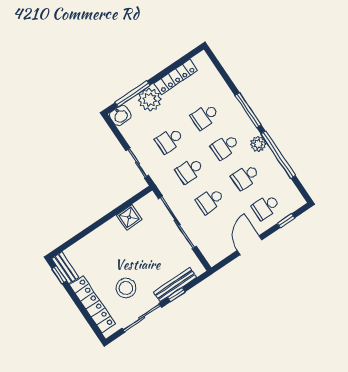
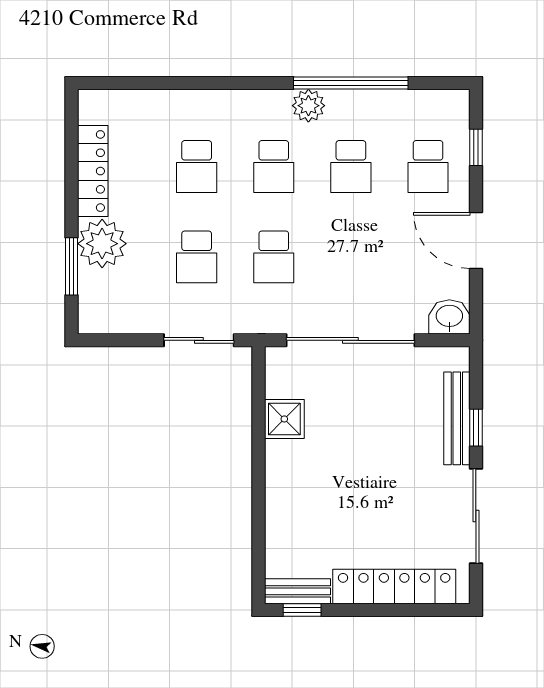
window: (133, 94) -> (72, 266), width x0.69
window: (248, 110) -> (237, 83), removed
washbasin: (120, 115) -> (449, 317), moved, turned -90
school desk: (210, 201) -> (351, 257), removed
stool: (126, 288) -> (405, 508), removed

